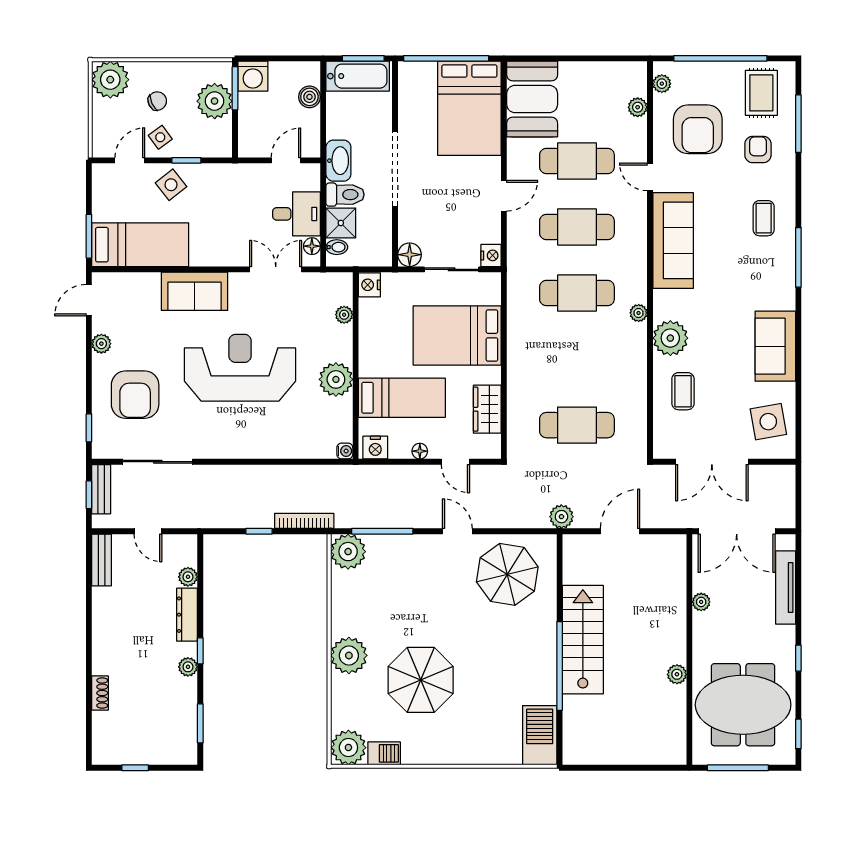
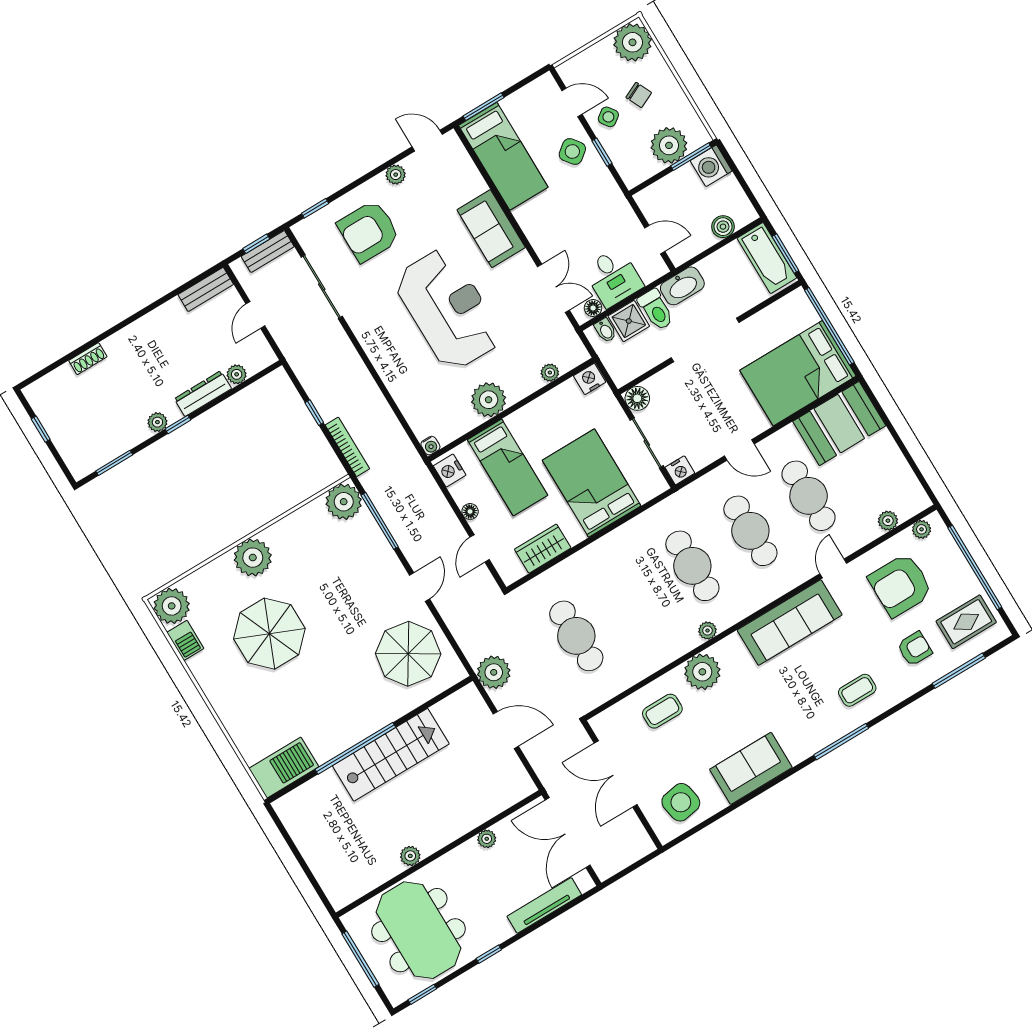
plant: (561, 517) -> (494, 672), width x1.36, depth x1.36

